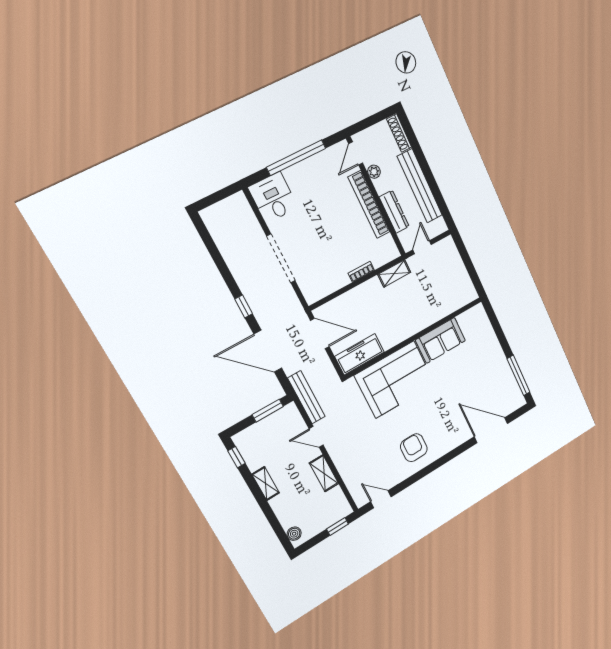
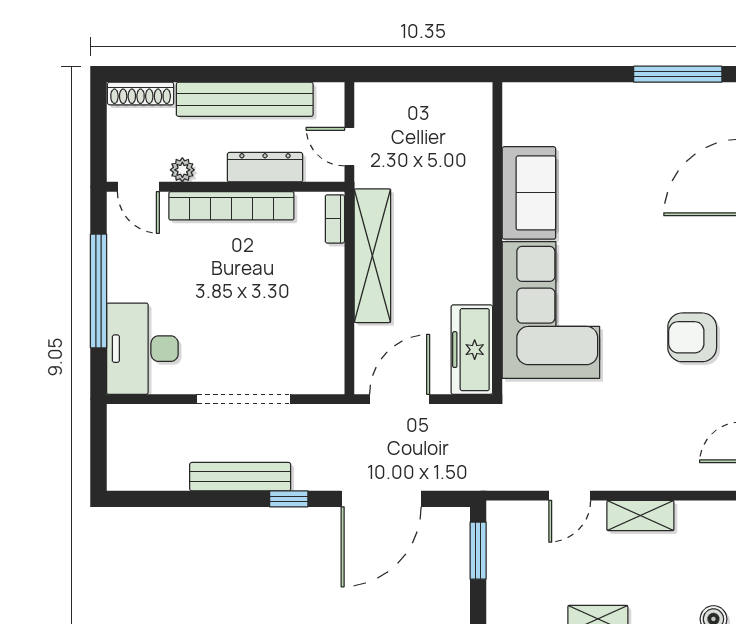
desk: (273, 198) -> (142, 349), width x1.37
bookcase: (361, 272) -> (335, 219), moved
shelving: (394, 273) -> (372, 256), width x2.20, depth x1.33
bench: (306, 397) -> (240, 477), moved

